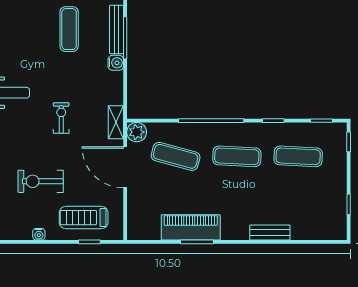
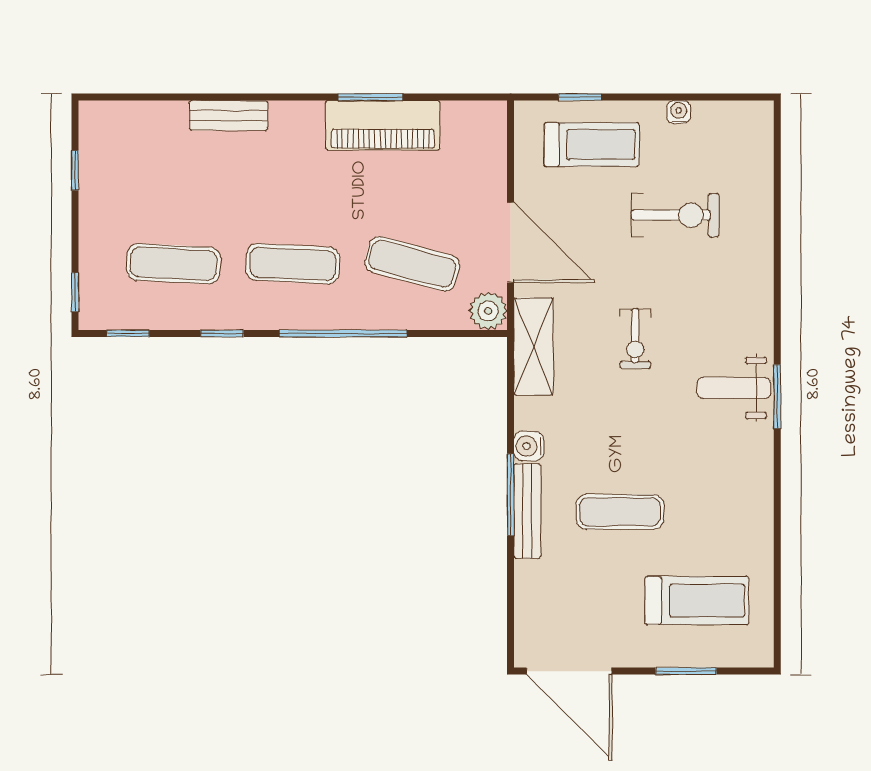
exercise mat: (69, 29) -> (620, 512), turned 90
shelving: (116, 122) -> (534, 347), width x1.50, depth x1.33

